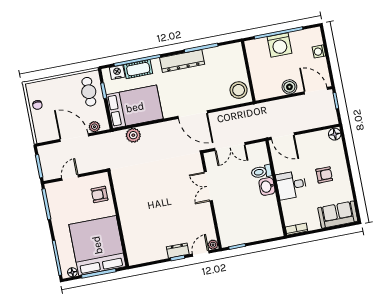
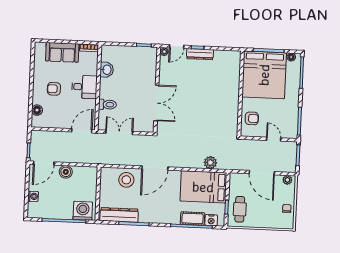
washing machine: (280, 45) -> (83, 211), moved
dresser: (182, 61) -> (119, 215), moved
stool: (239, 90) -> (126, 180), moved
door: (316, 91) -> (44, 163), hinge flipped
door: (193, 115) -> (155, 168), swing flipped
plant: (94, 127) -> (287, 180), moved
floor lamp: (335, 134) -> (37, 110), moved
door: (283, 136) -> (82, 131), hinge flipped
double door: (230, 146) -> (119, 132), moved
door: (70, 178) -> (274, 139), swing flipped
double door: (208, 186) -> (156, 103), width x1.37
washbasin: (267, 186) -> (107, 70), moved
sofa: (338, 215) -> (62, 52), moved
dresser: (178, 251) -> (200, 54), width x1.44

